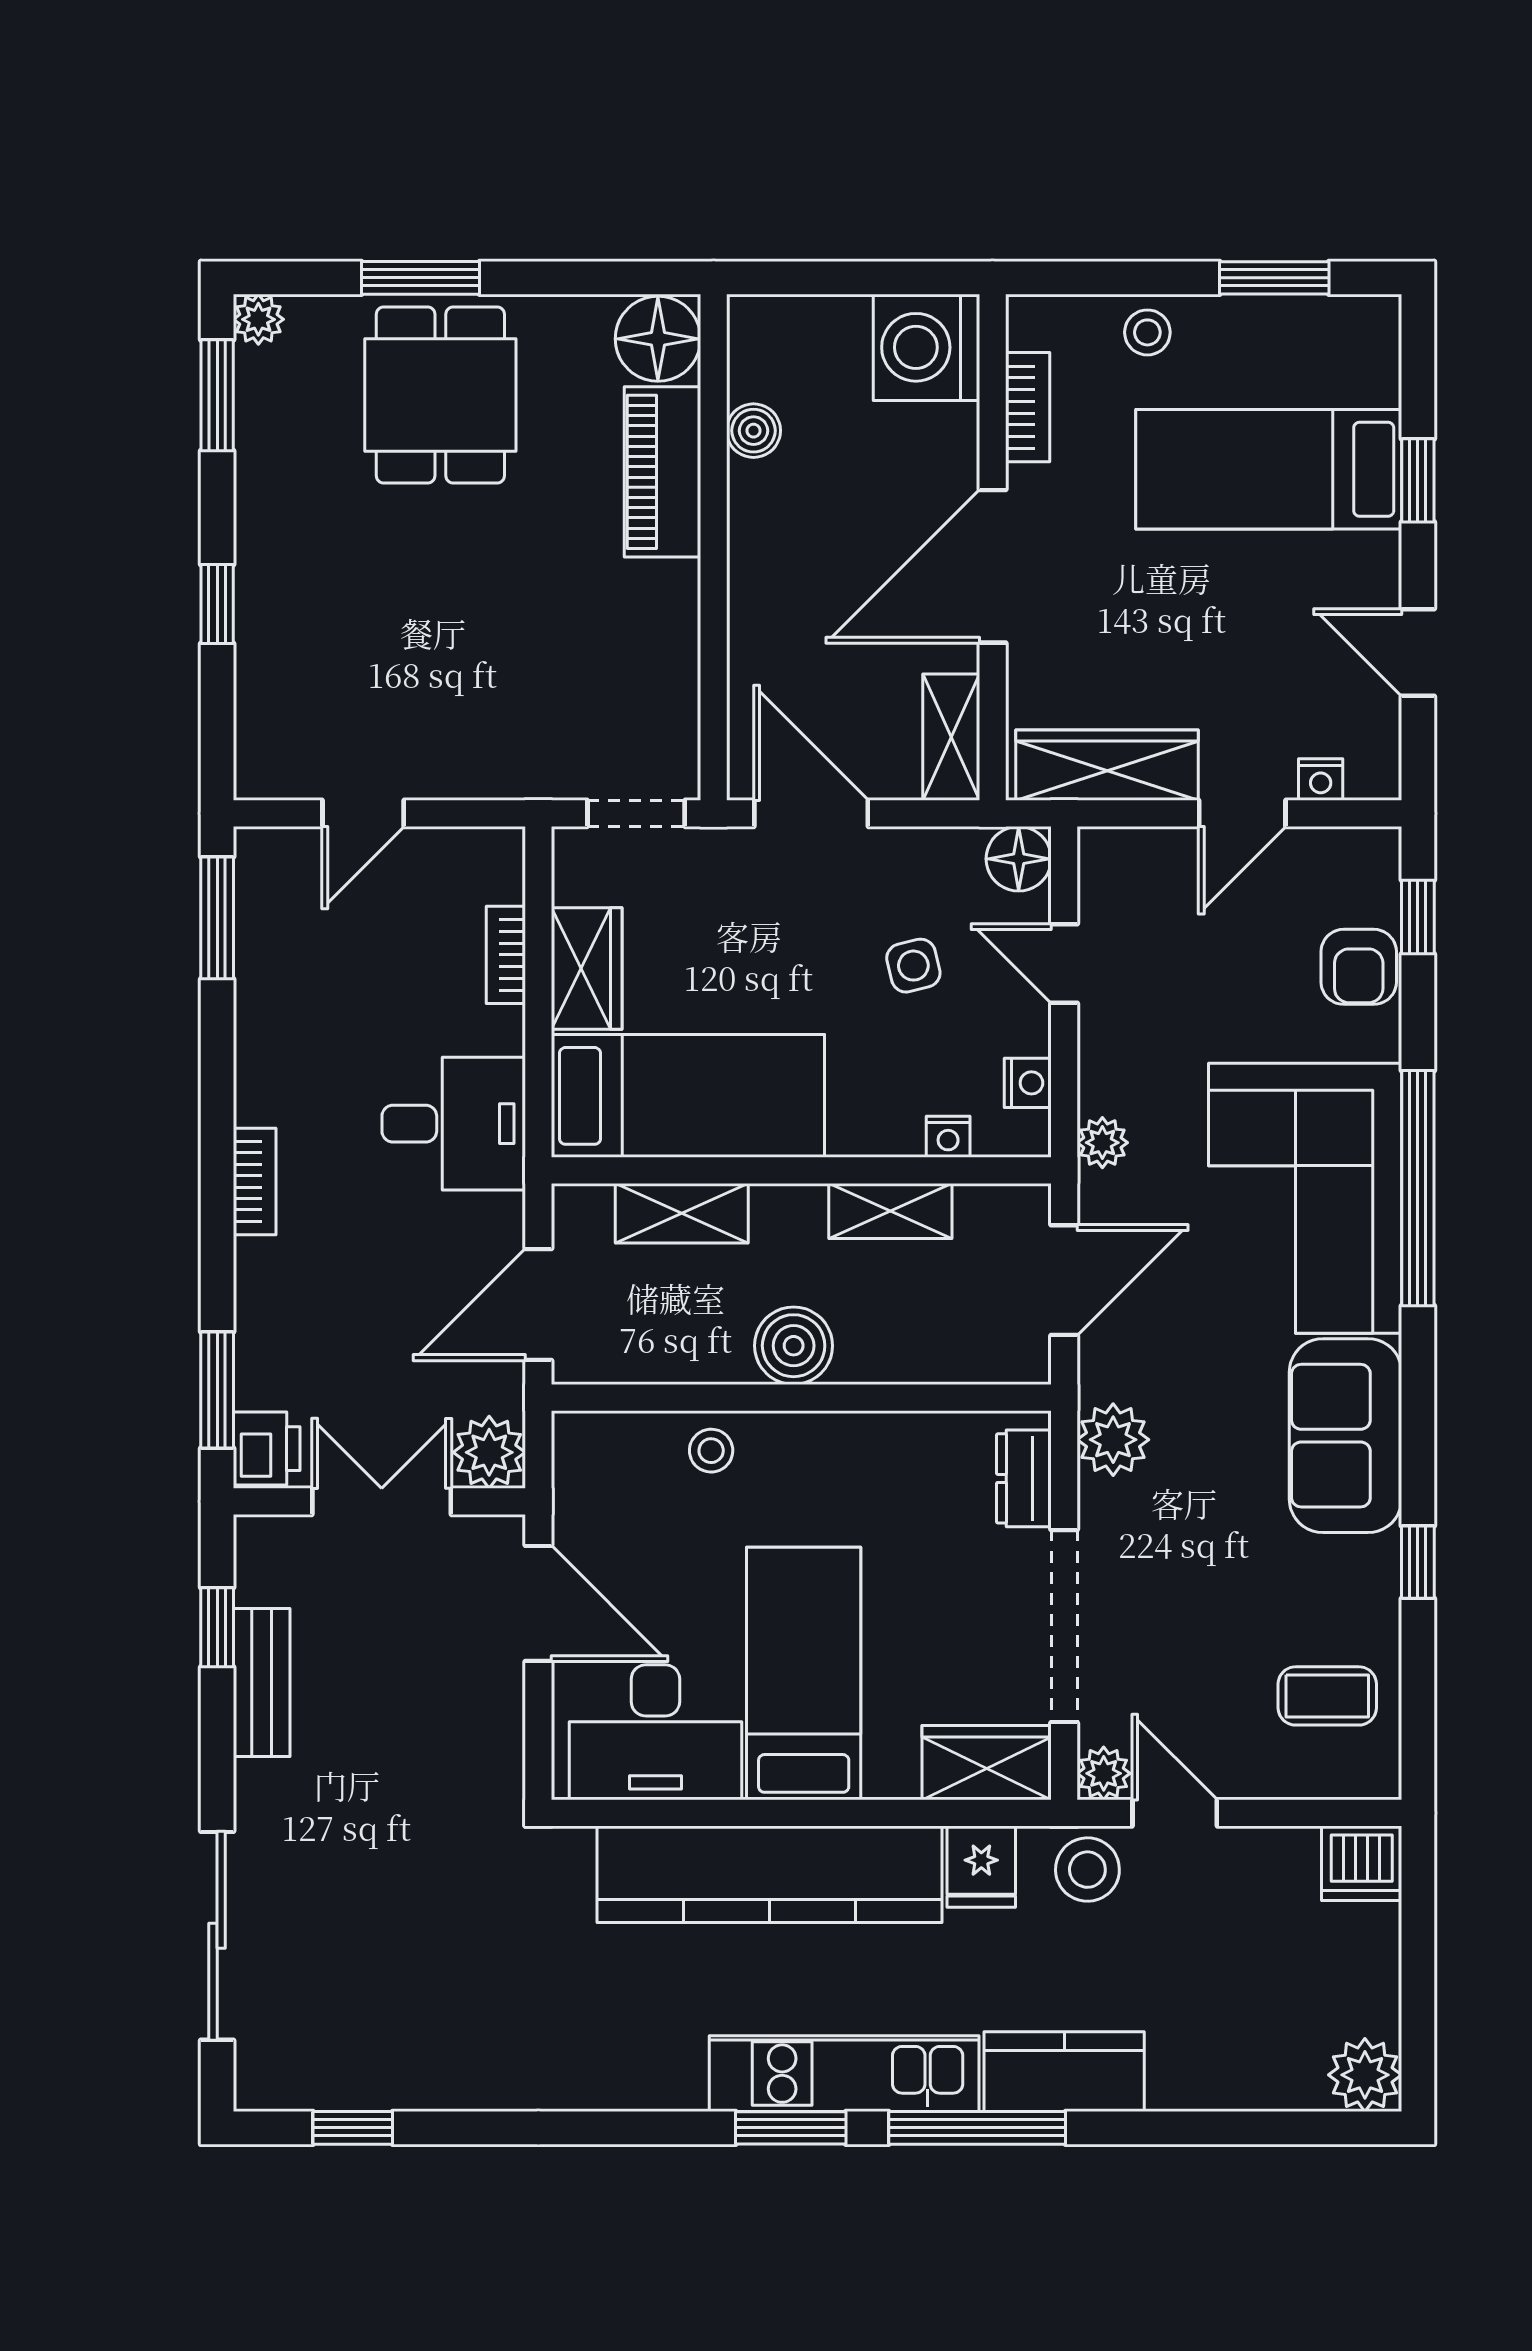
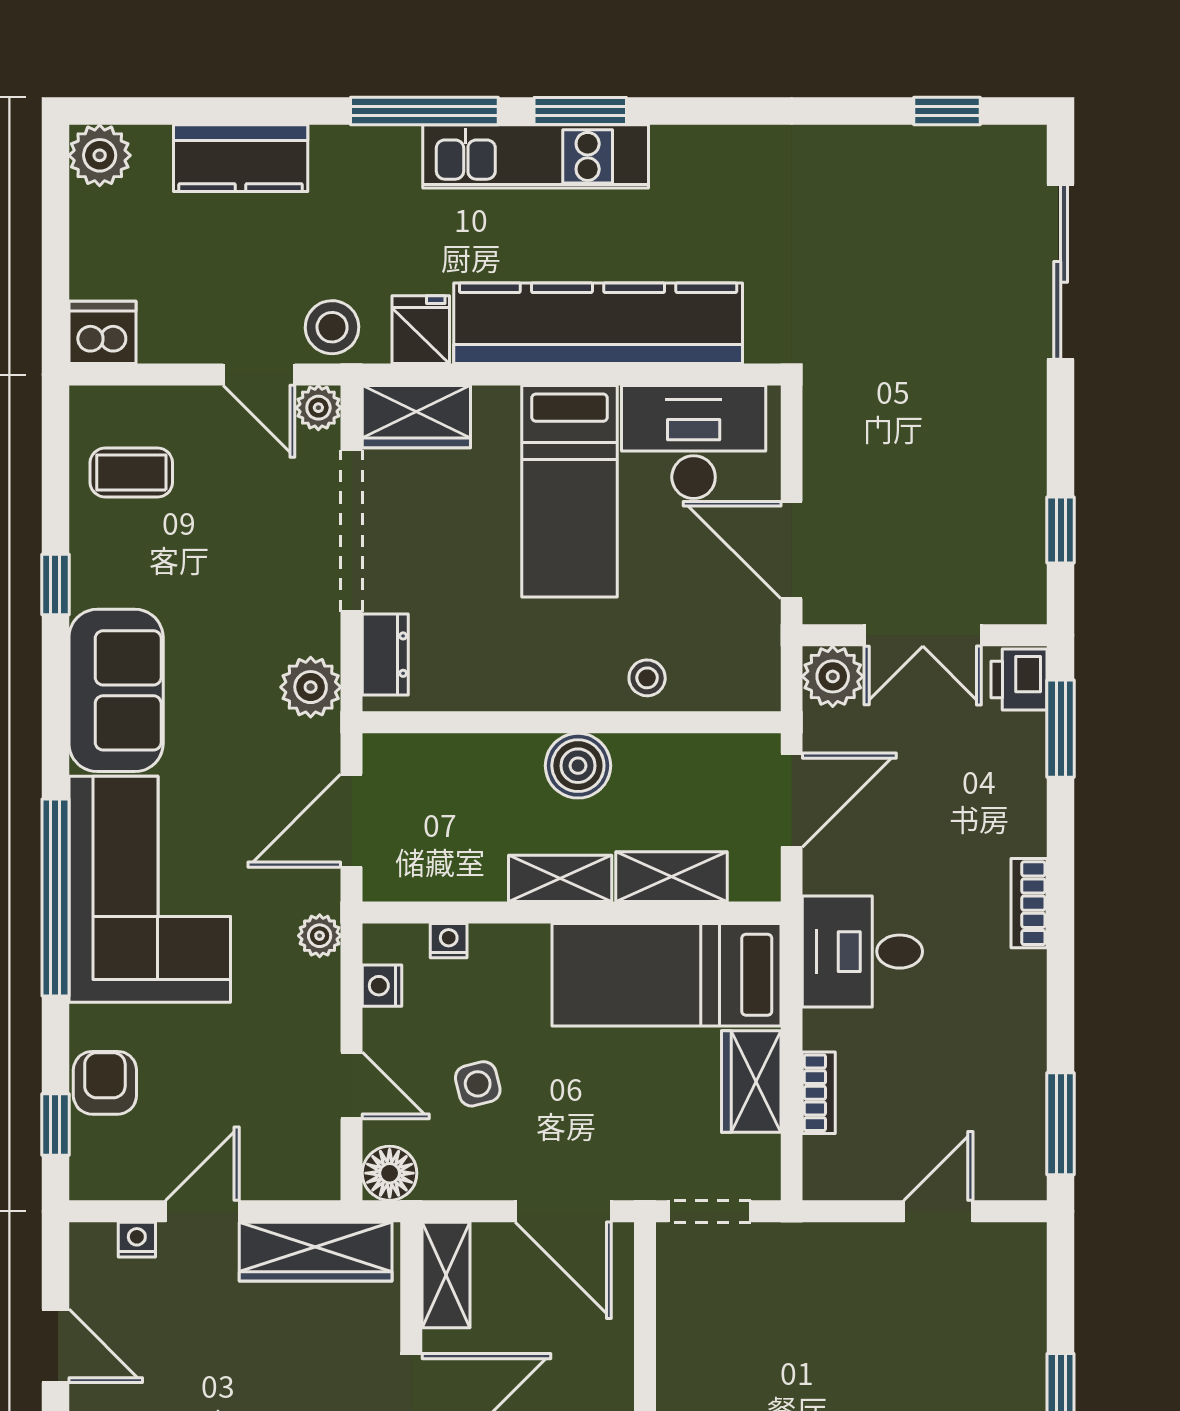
shelving: (890, 1211) -> (560, 878), moved
bench: (262, 1683) -> (1023, 484), removed
kitchen counter: (1064, 2072) -> (241, 158), moved

